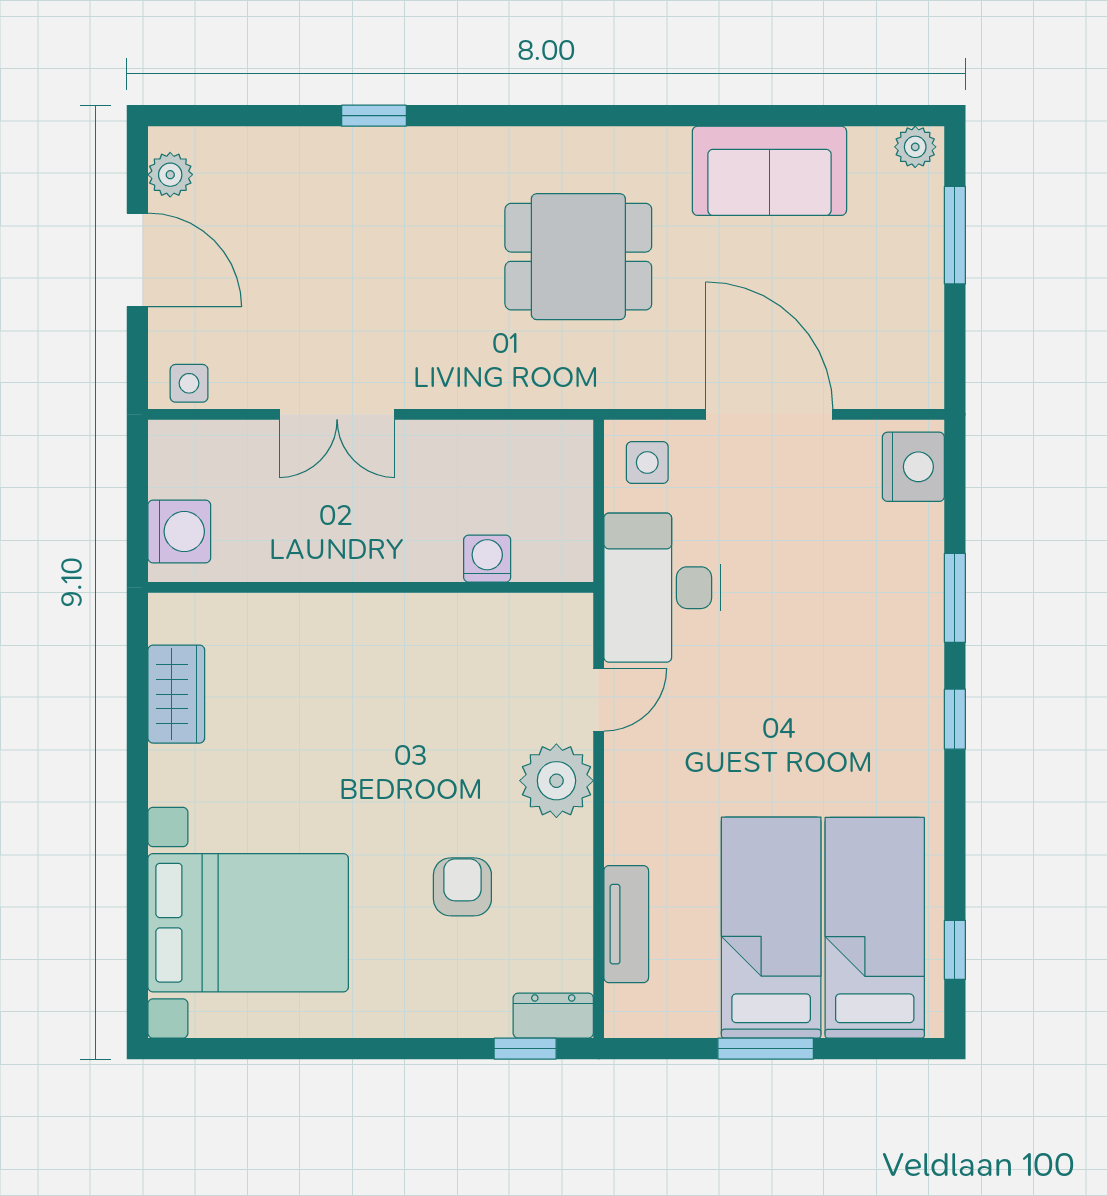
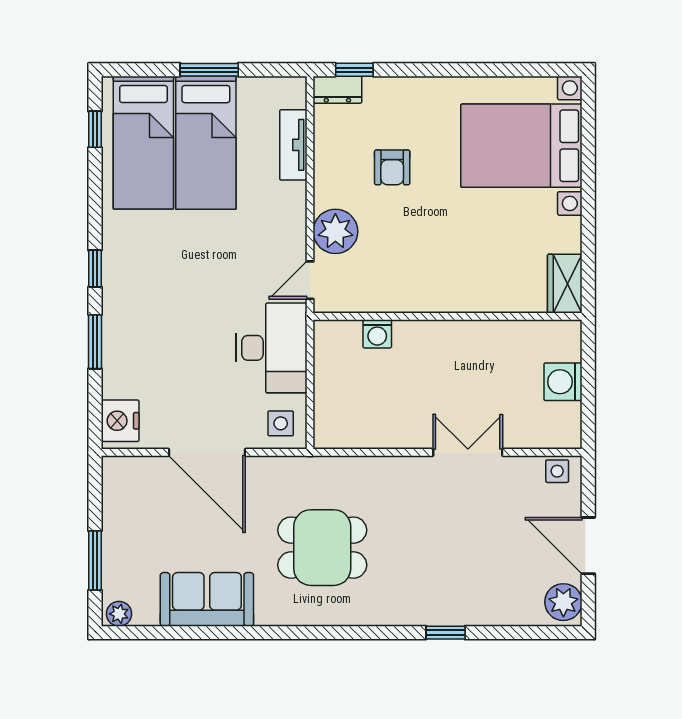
plant: (170, 175) -> (563, 602), width x1.38, depth x1.38
washing machine: (487, 559) -> (377, 334), moved
wall: (371, 587) -> (448, 316), moved

